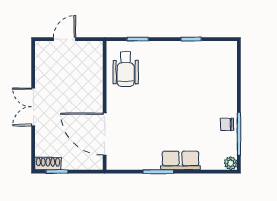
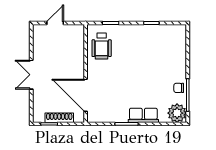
plant: (231, 163) -> (177, 113), width x1.88, depth x1.88
shoe rack: (48, 164) -> (59, 118), moved, width x1.43

